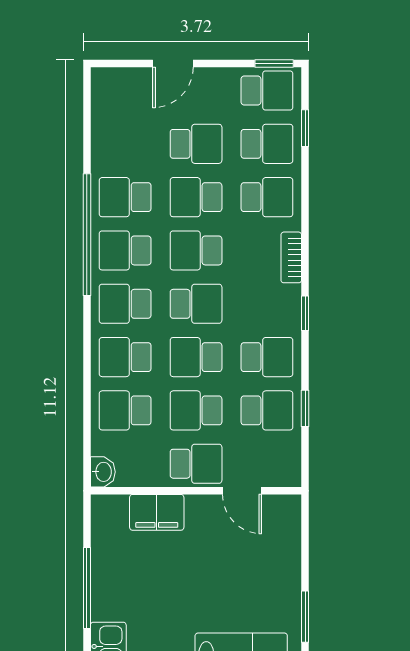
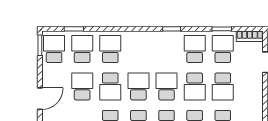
door: (173, 64) -> (40, 99), hinge flipped
school desk: (196, 250) -> (138, 86), turned 180
bookcase: (291, 257) -> (250, 36), moved
school desk: (196, 464) -> (251, 86), removed

